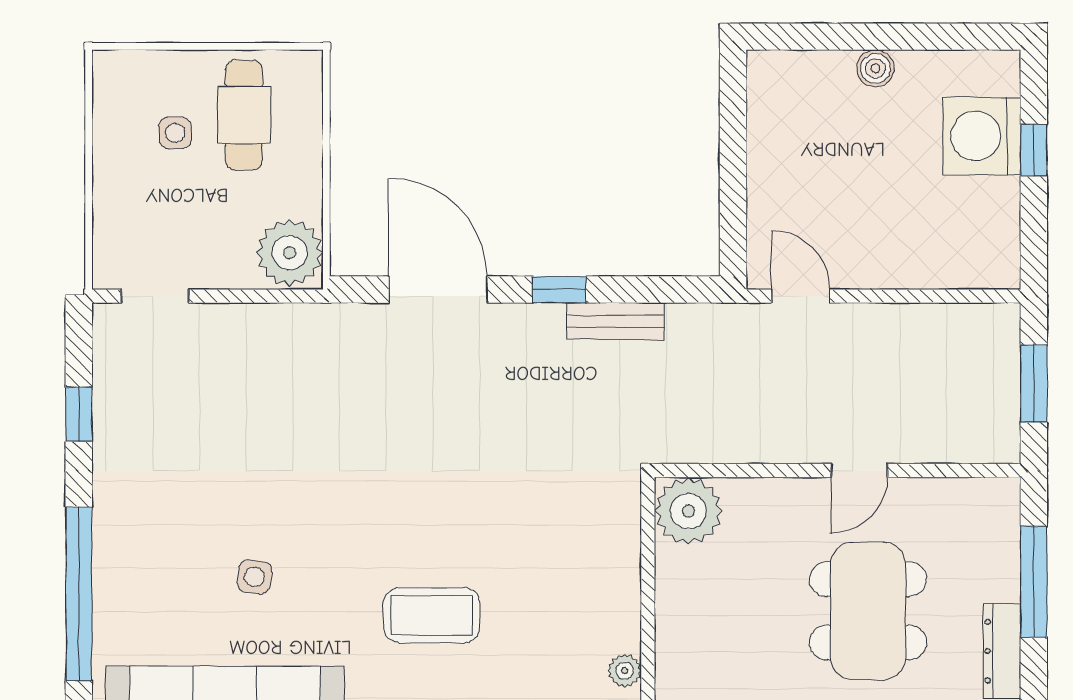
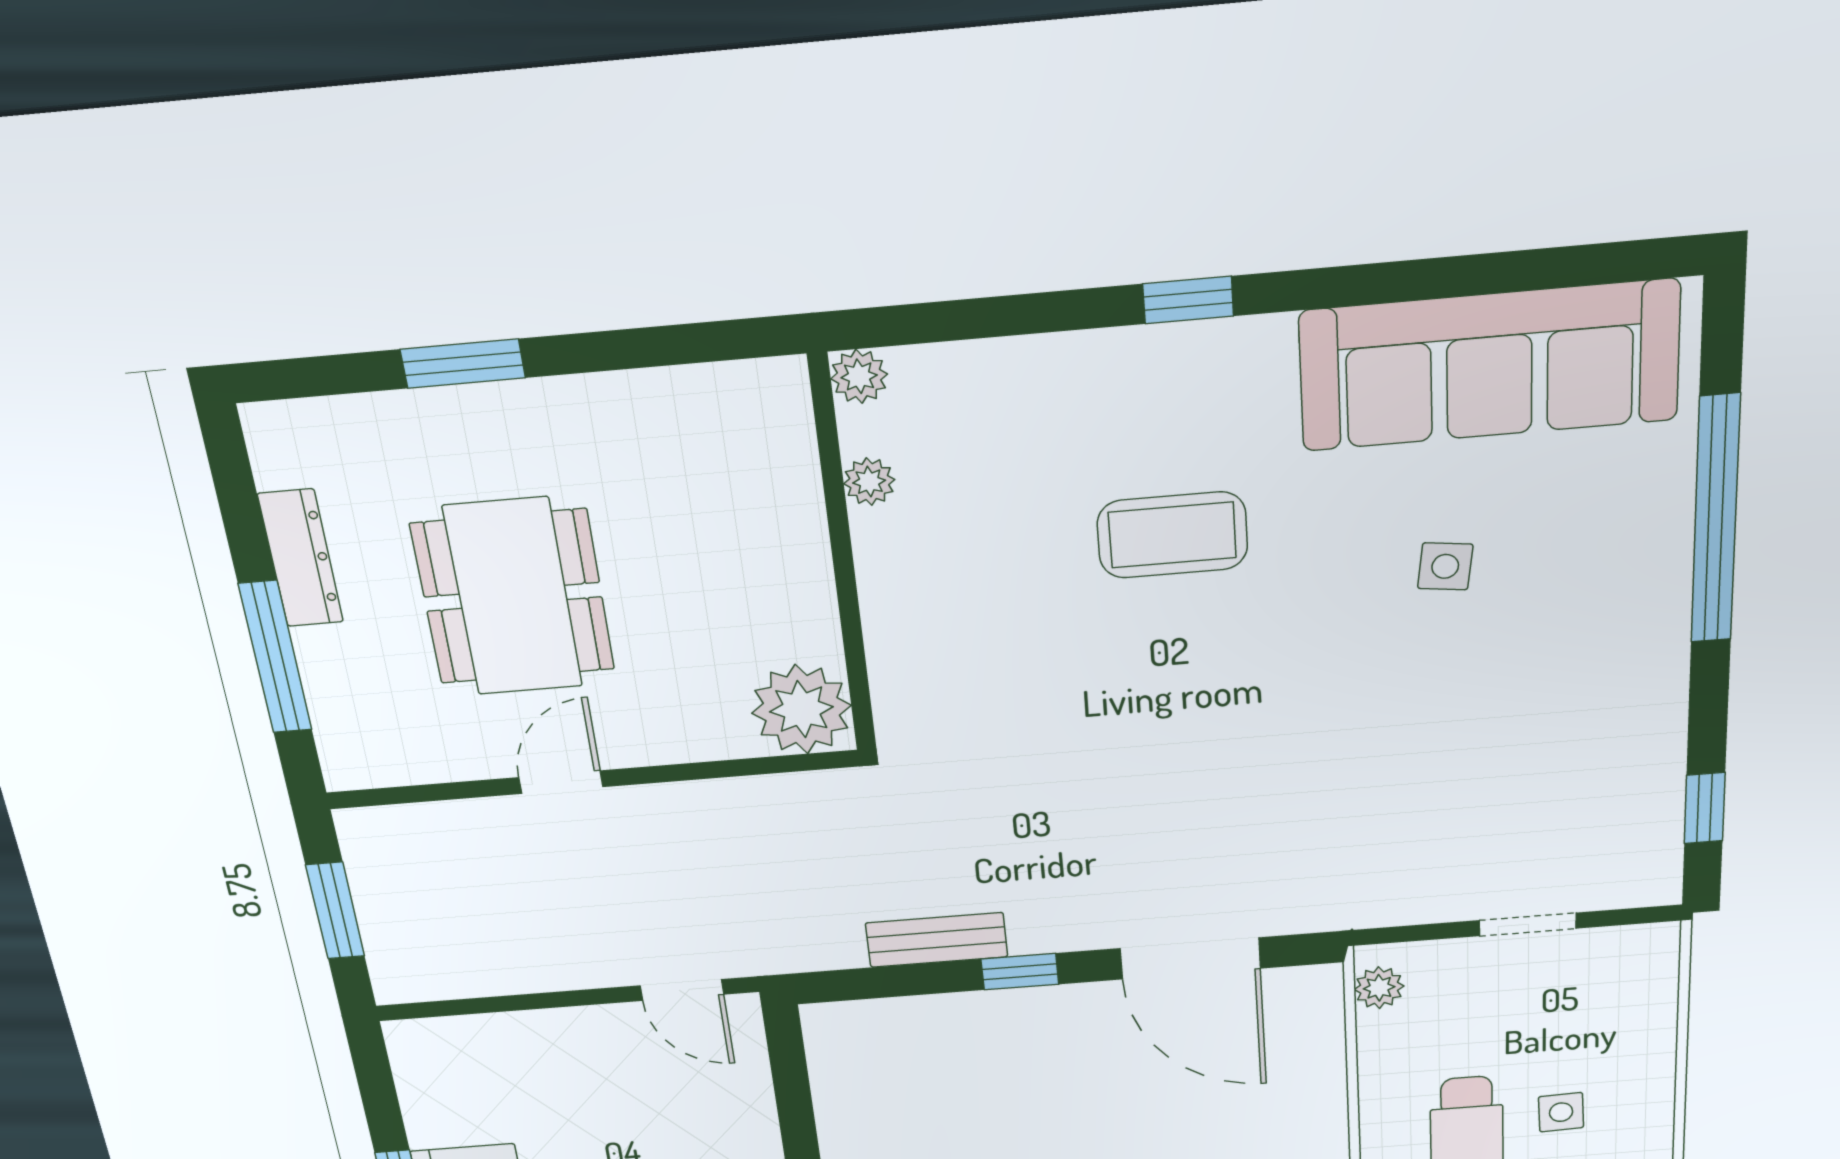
plant: (290, 253) -> (1379, 988), width x0.53, depth x0.53
doorway: (155, 296) -> (1528, 924), moved
window: (79, 414) -> (1705, 808), moved

